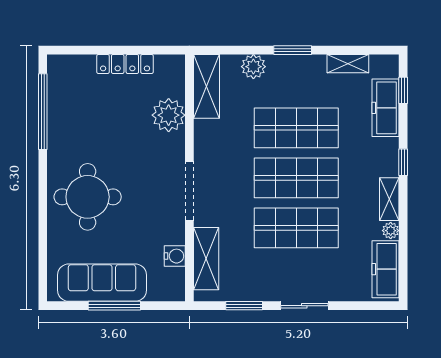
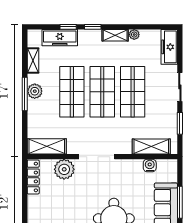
window: (293, 50) -> (25, 94), width x1.44
locker: (125, 64) -> (33, 177), moved
plant: (253, 67) -> (35, 91), moved
window: (403, 90) -> (68, 27), moved
doorway: (189, 191) -> (97, 157), moved
freezer: (386, 269) -> (169, 47), moved, turned 90

